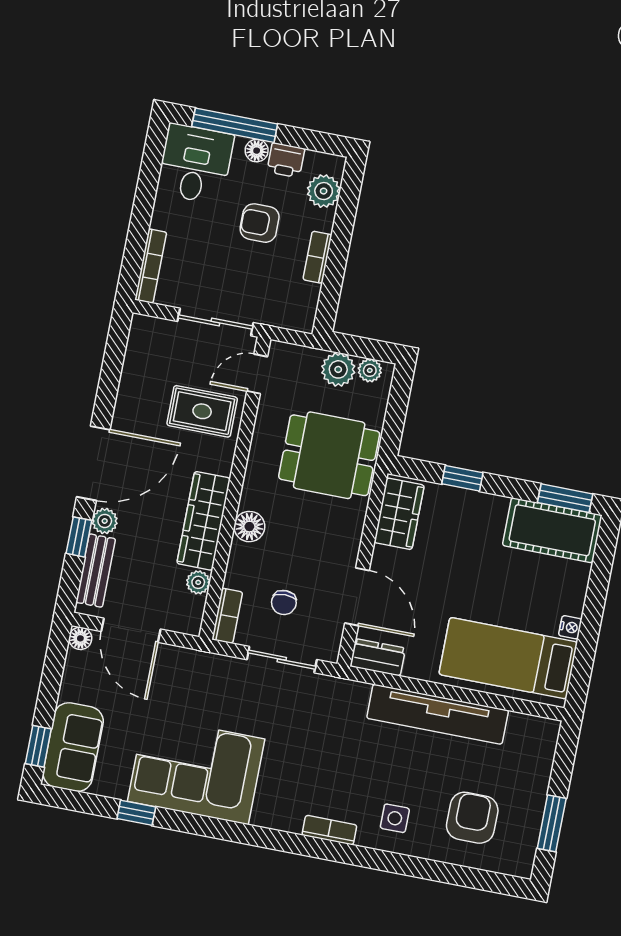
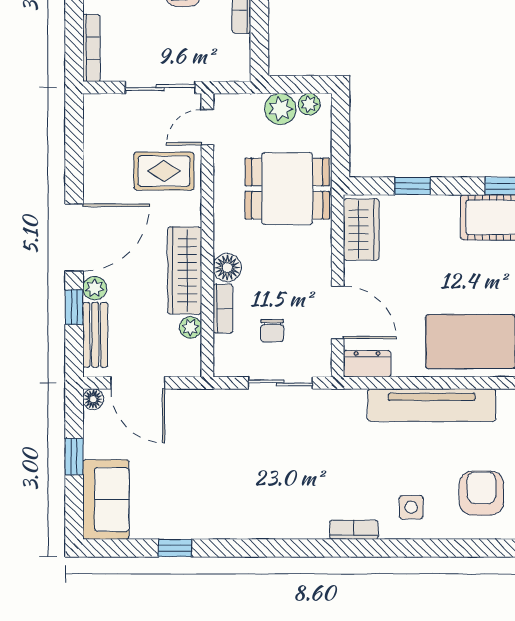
bookcase: (227, 616) -> (223, 309), moved
window: (38, 746) -> (74, 457), moved
corner sofa: (196, 770) -> (222, 499), removed

